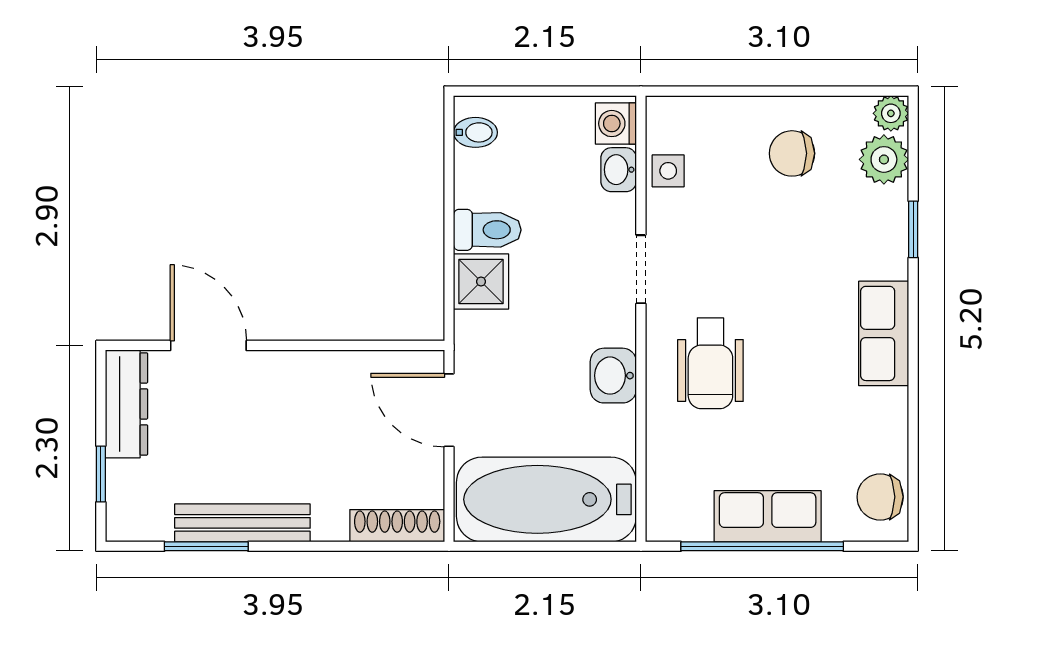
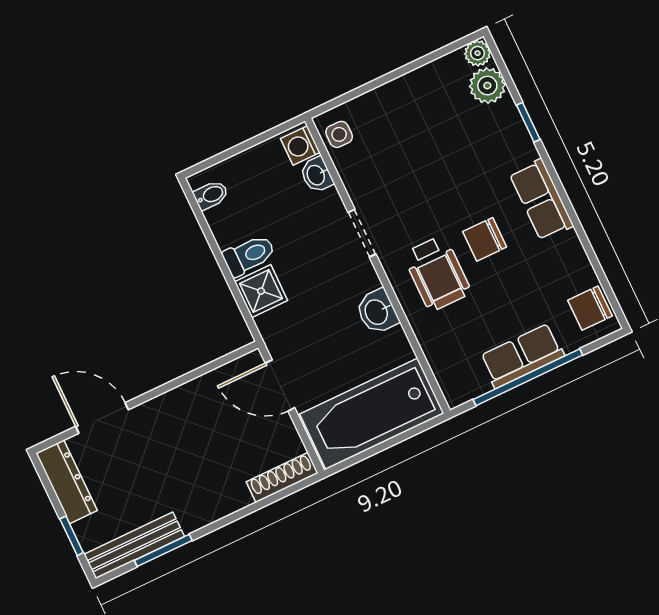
chair: (792, 153) -> (485, 239), moved
side table: (668, 171) -> (339, 134), moved
bench: (242, 523) -> (134, 545), moved

